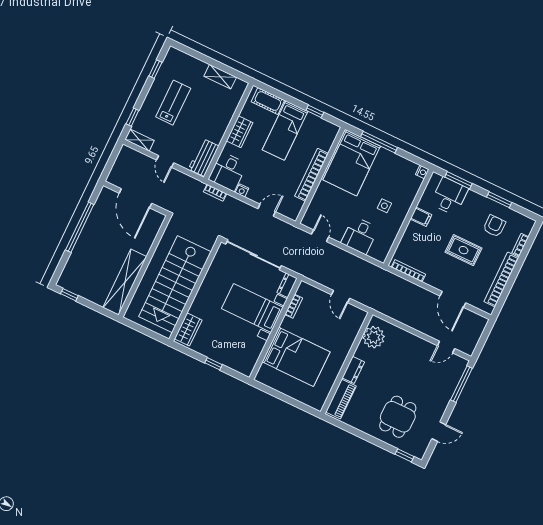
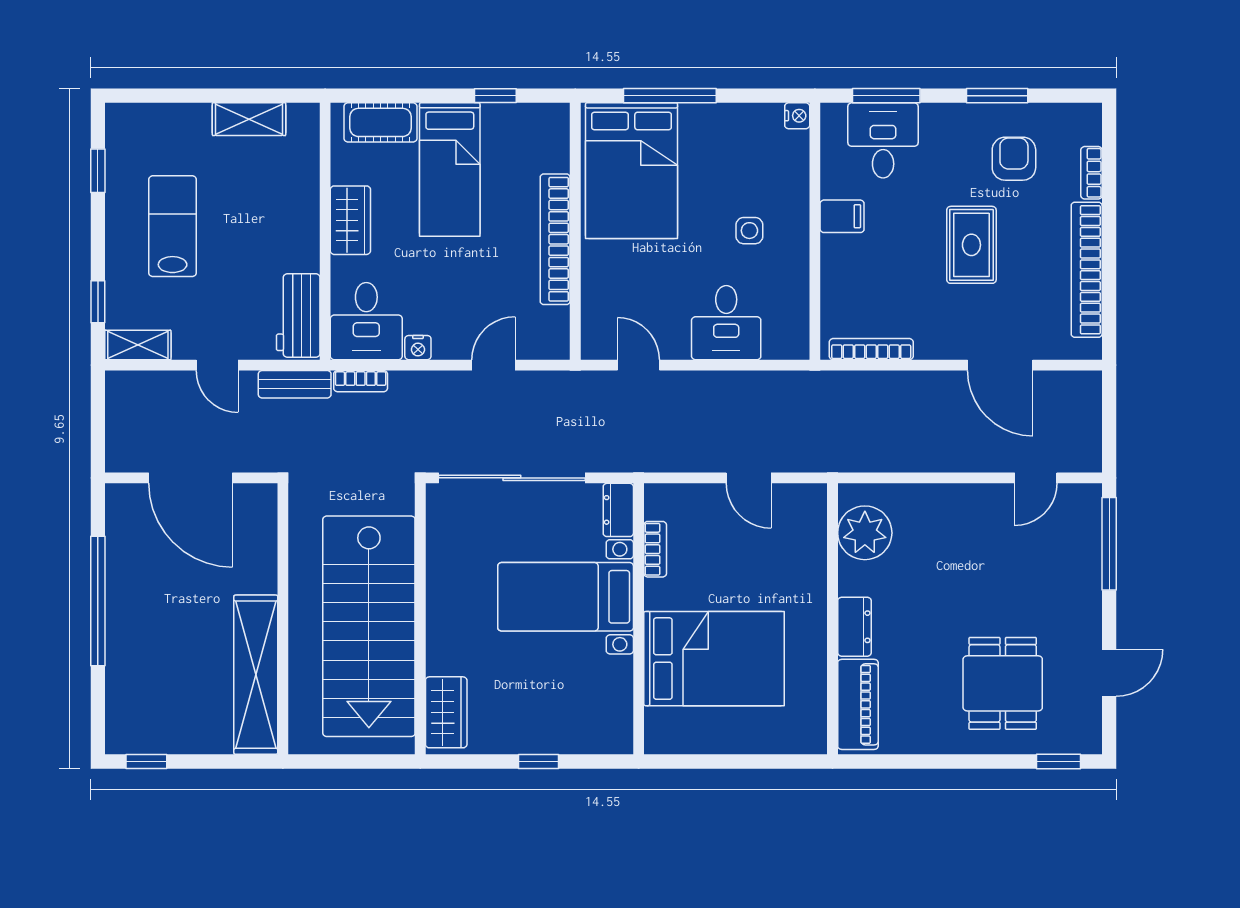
bench: (190, 182) -> (295, 384), added
rug: (464, 250) -> (971, 245), turned 90

